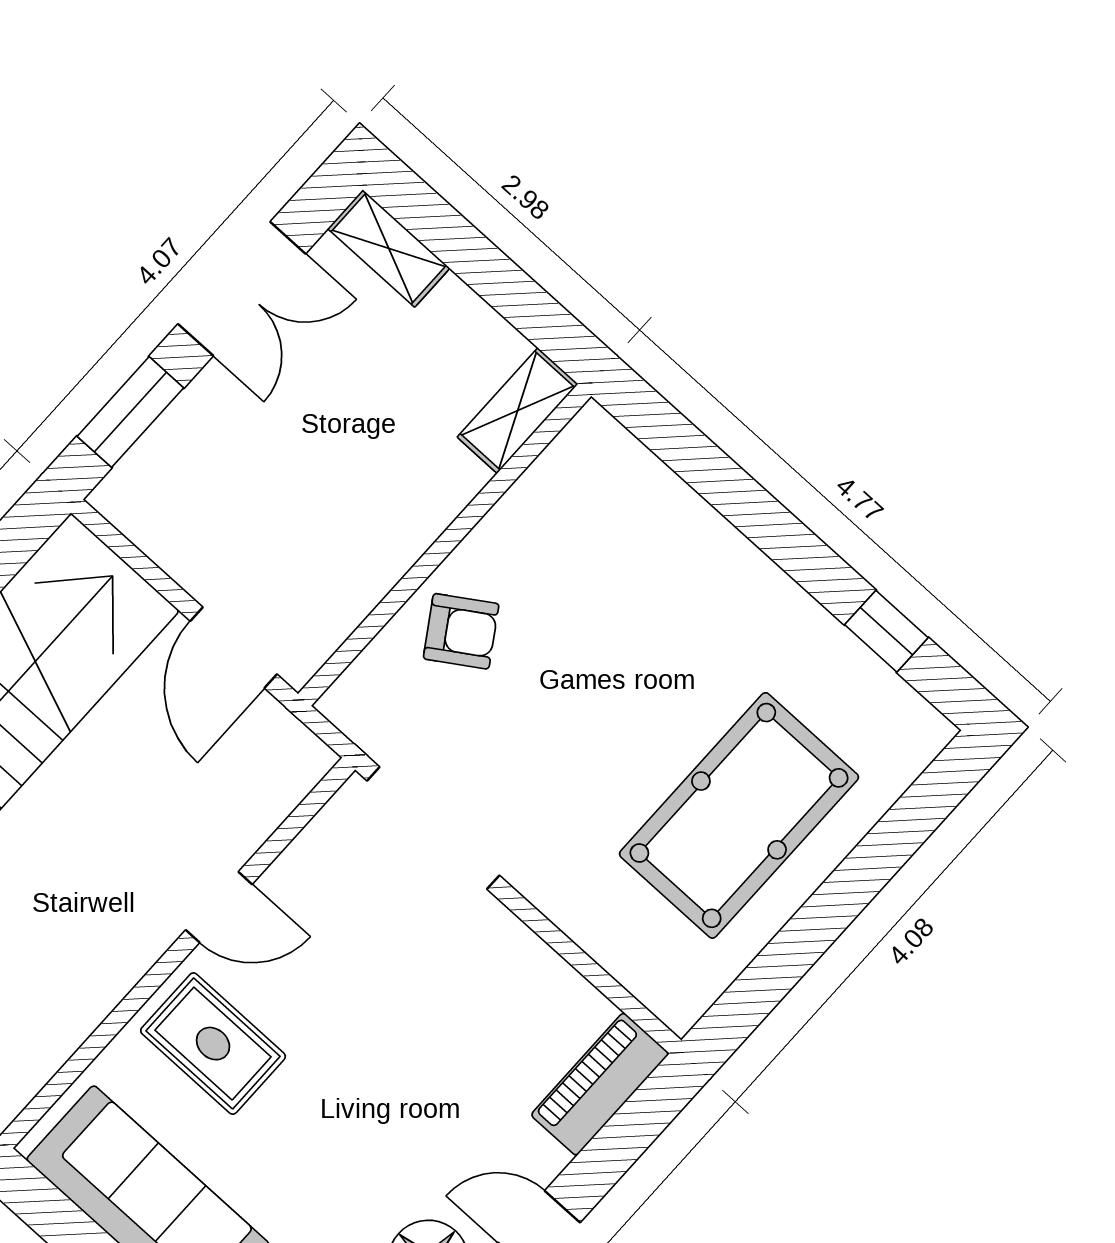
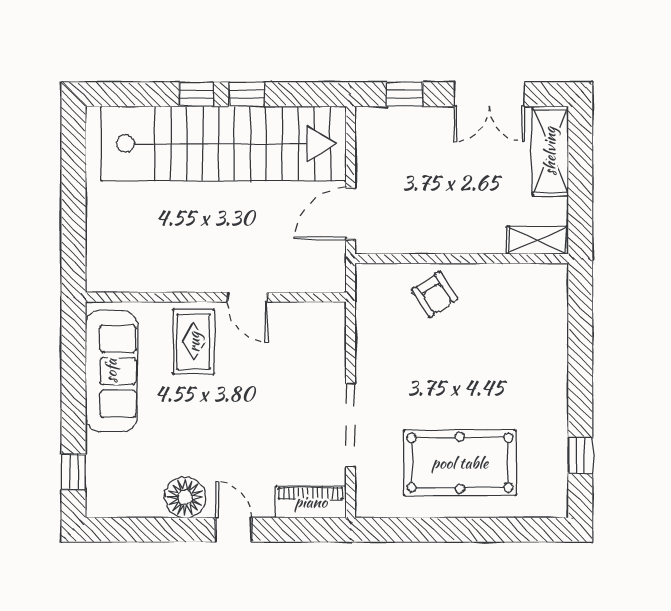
shelving: (389, 248) -> (550, 151), width x1.50, depth x1.33
window: (130, 412) -> (404, 94), width x0.67
doorway: (433, 828) -> (351, 425), moved

